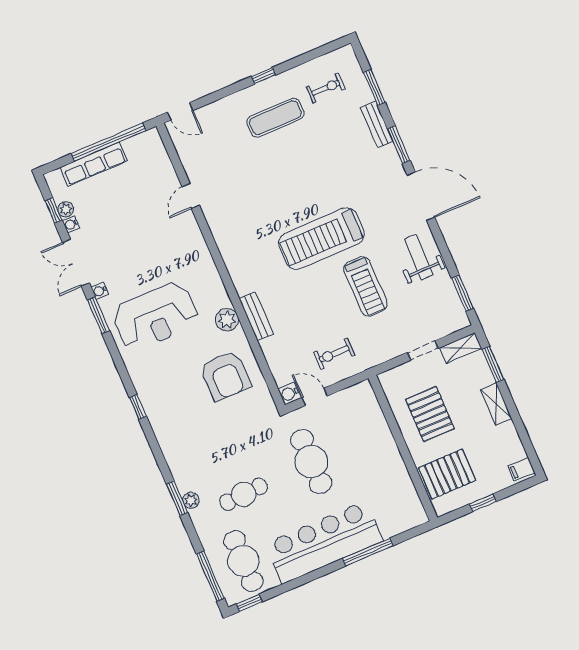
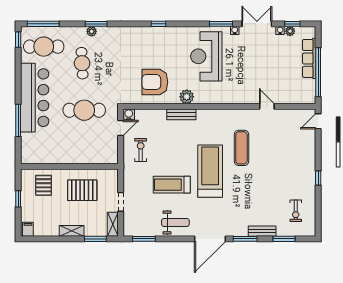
exercise mat: (275, 118) -> (241, 148), moved
pallet: (447, 474) -> (43, 185), width x0.67, depth x0.71

